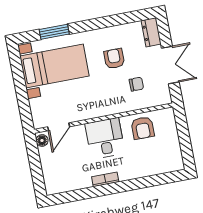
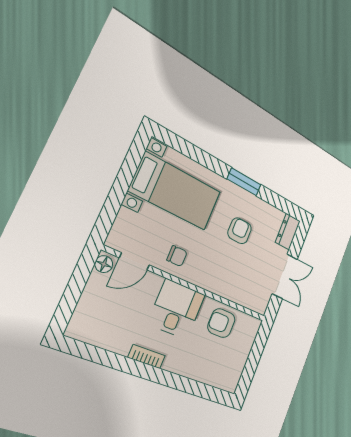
window: (54, 32) -> (244, 182), moved
chair: (136, 84) -> (177, 256), moved
armchair: (143, 128) -> (221, 323), turned 90

